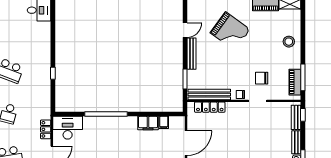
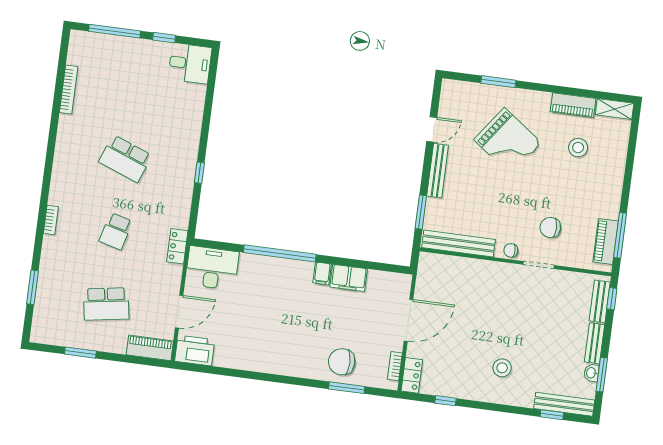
stool: (289, 42) -> (578, 148), moved
locker: (210, 107) -> (456, 265), removed
filing cabinet: (164, 122) -> (322, 273), moved
locker: (46, 129) -> (177, 246), moved

